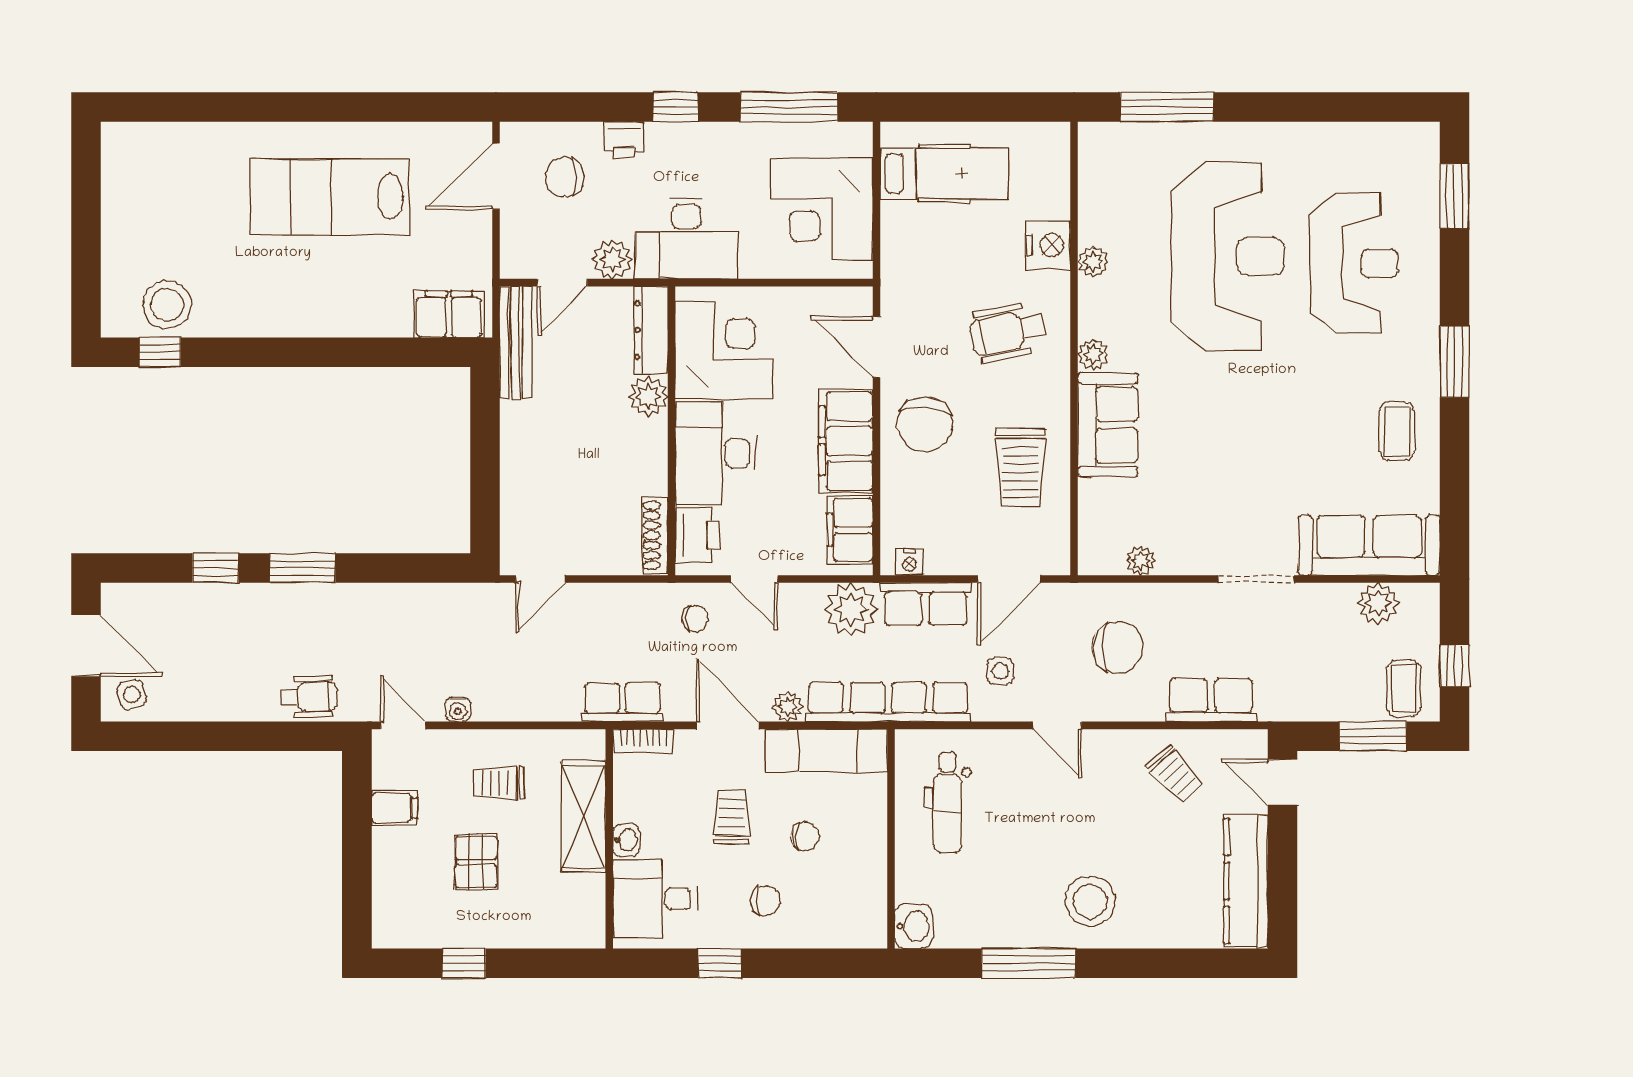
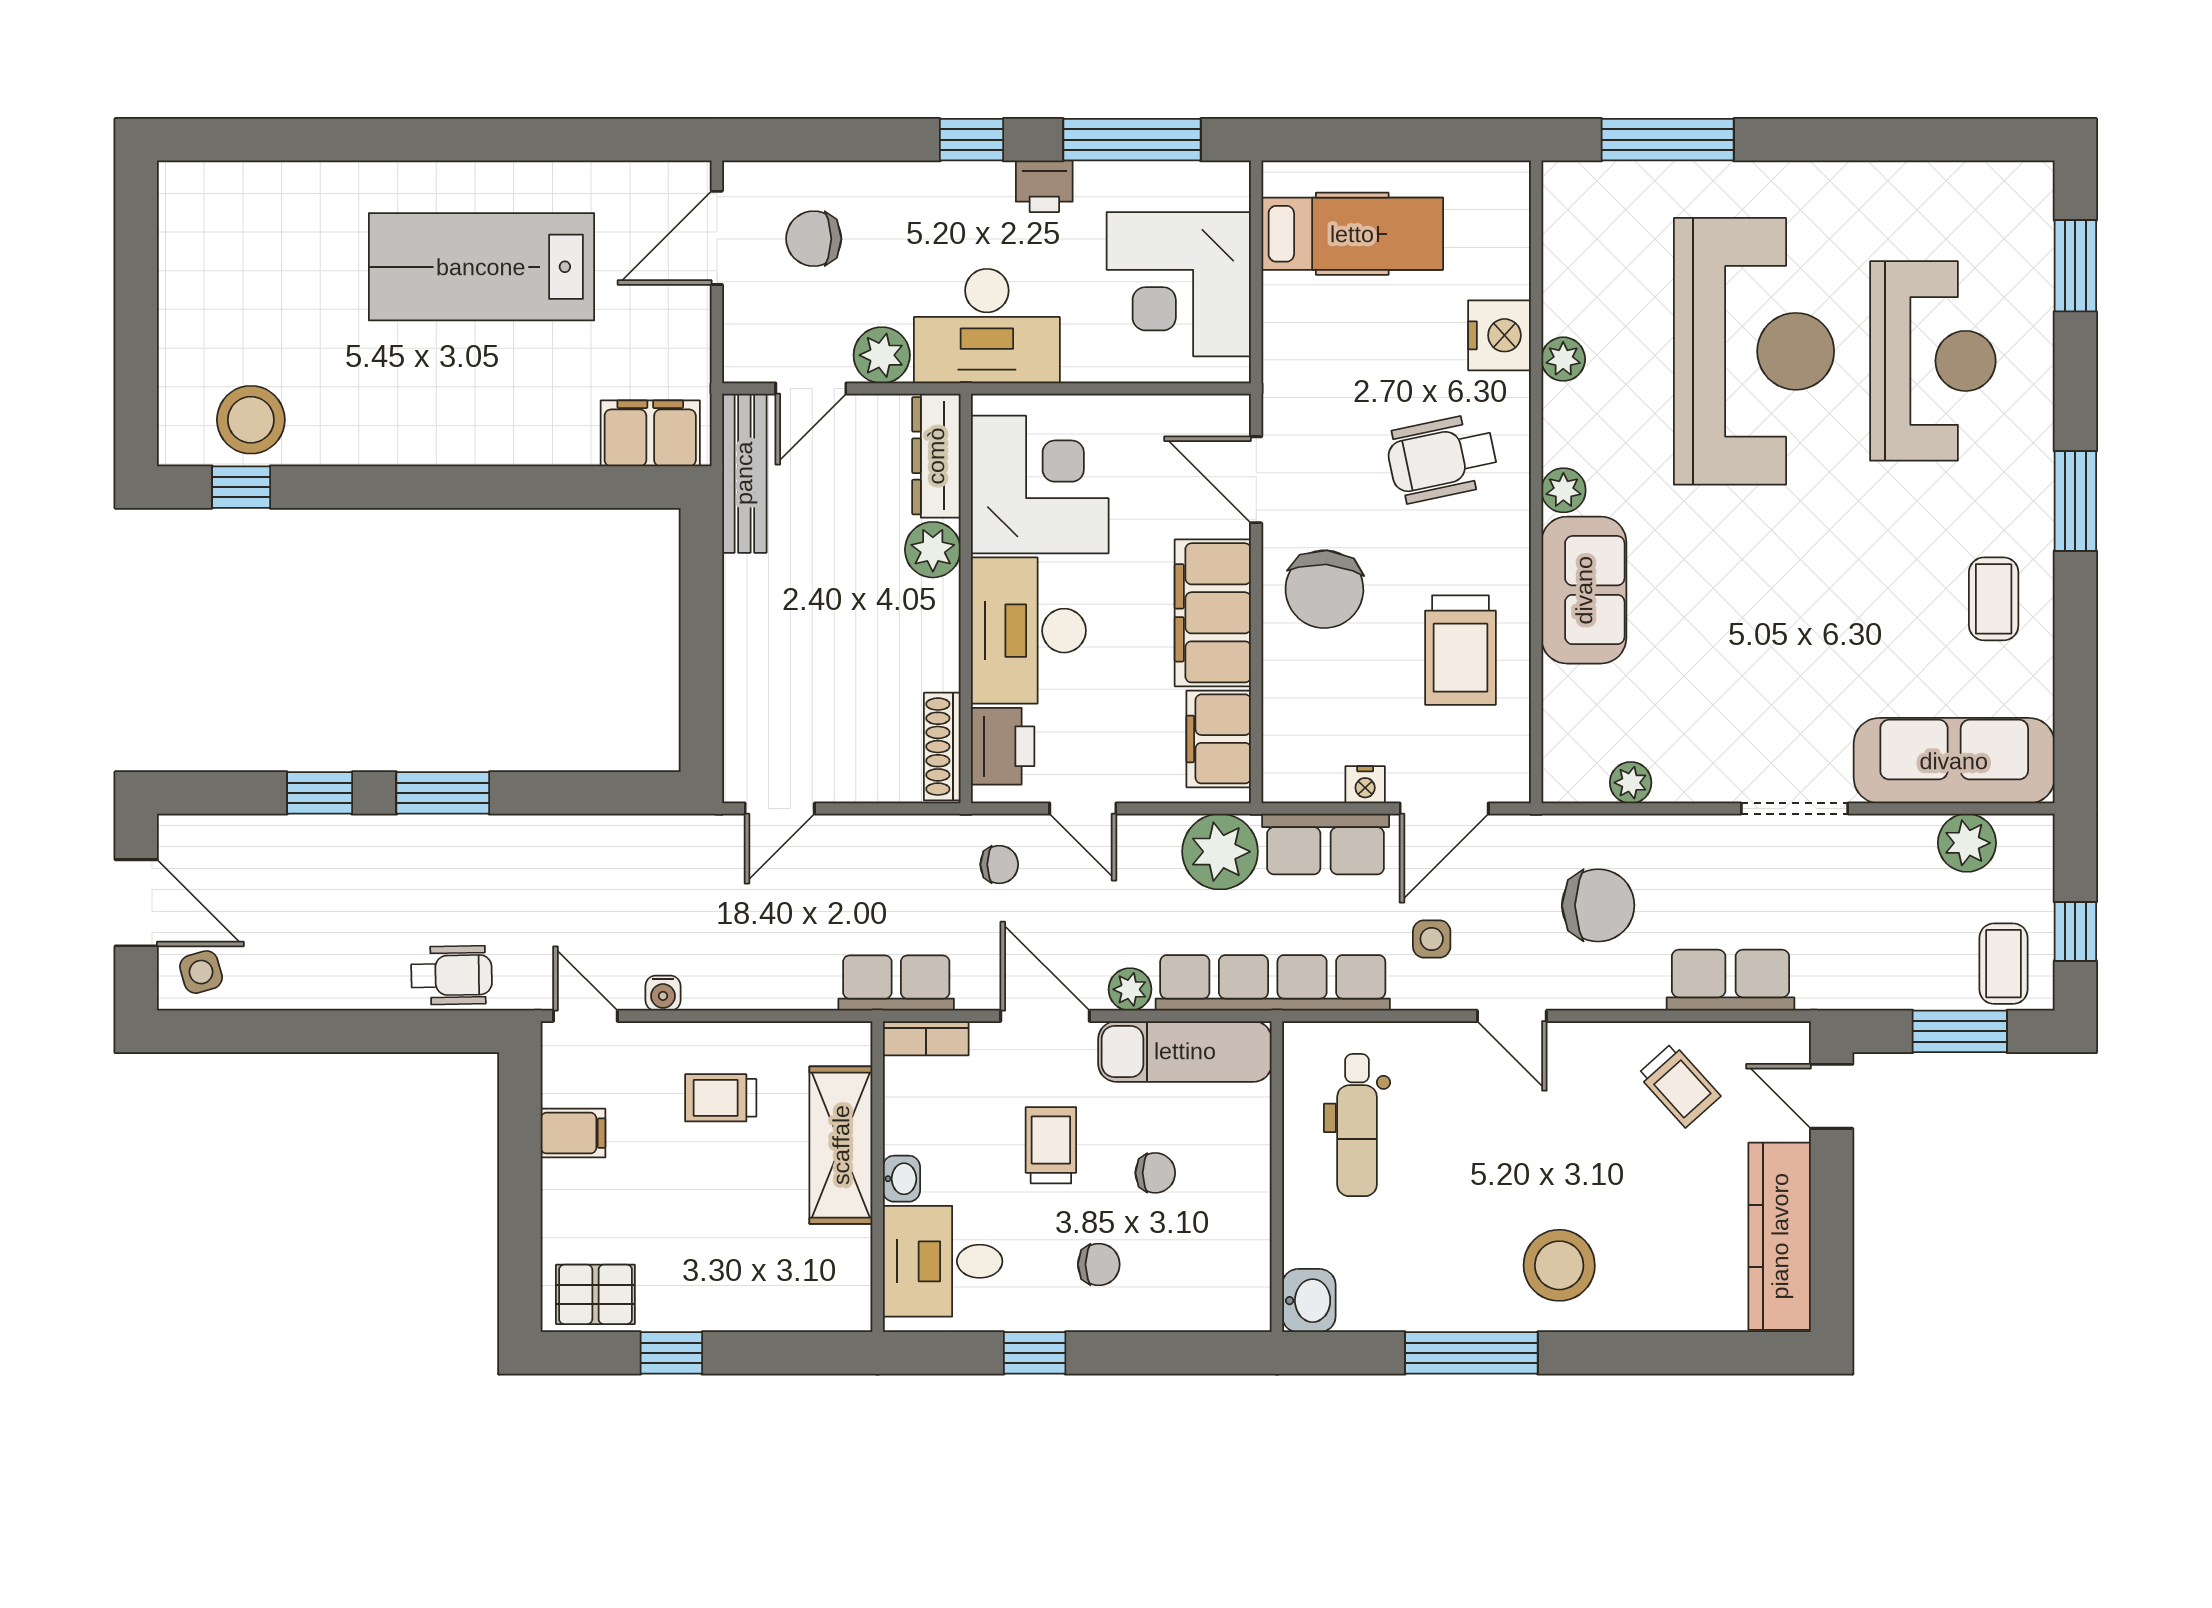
printer: (624, 140) -> (1044, 186), moved
nightstand: (910, 562) -> (1365, 785), moved
pallet: (476, 862) -> (595, 1294), moved, turned 90

